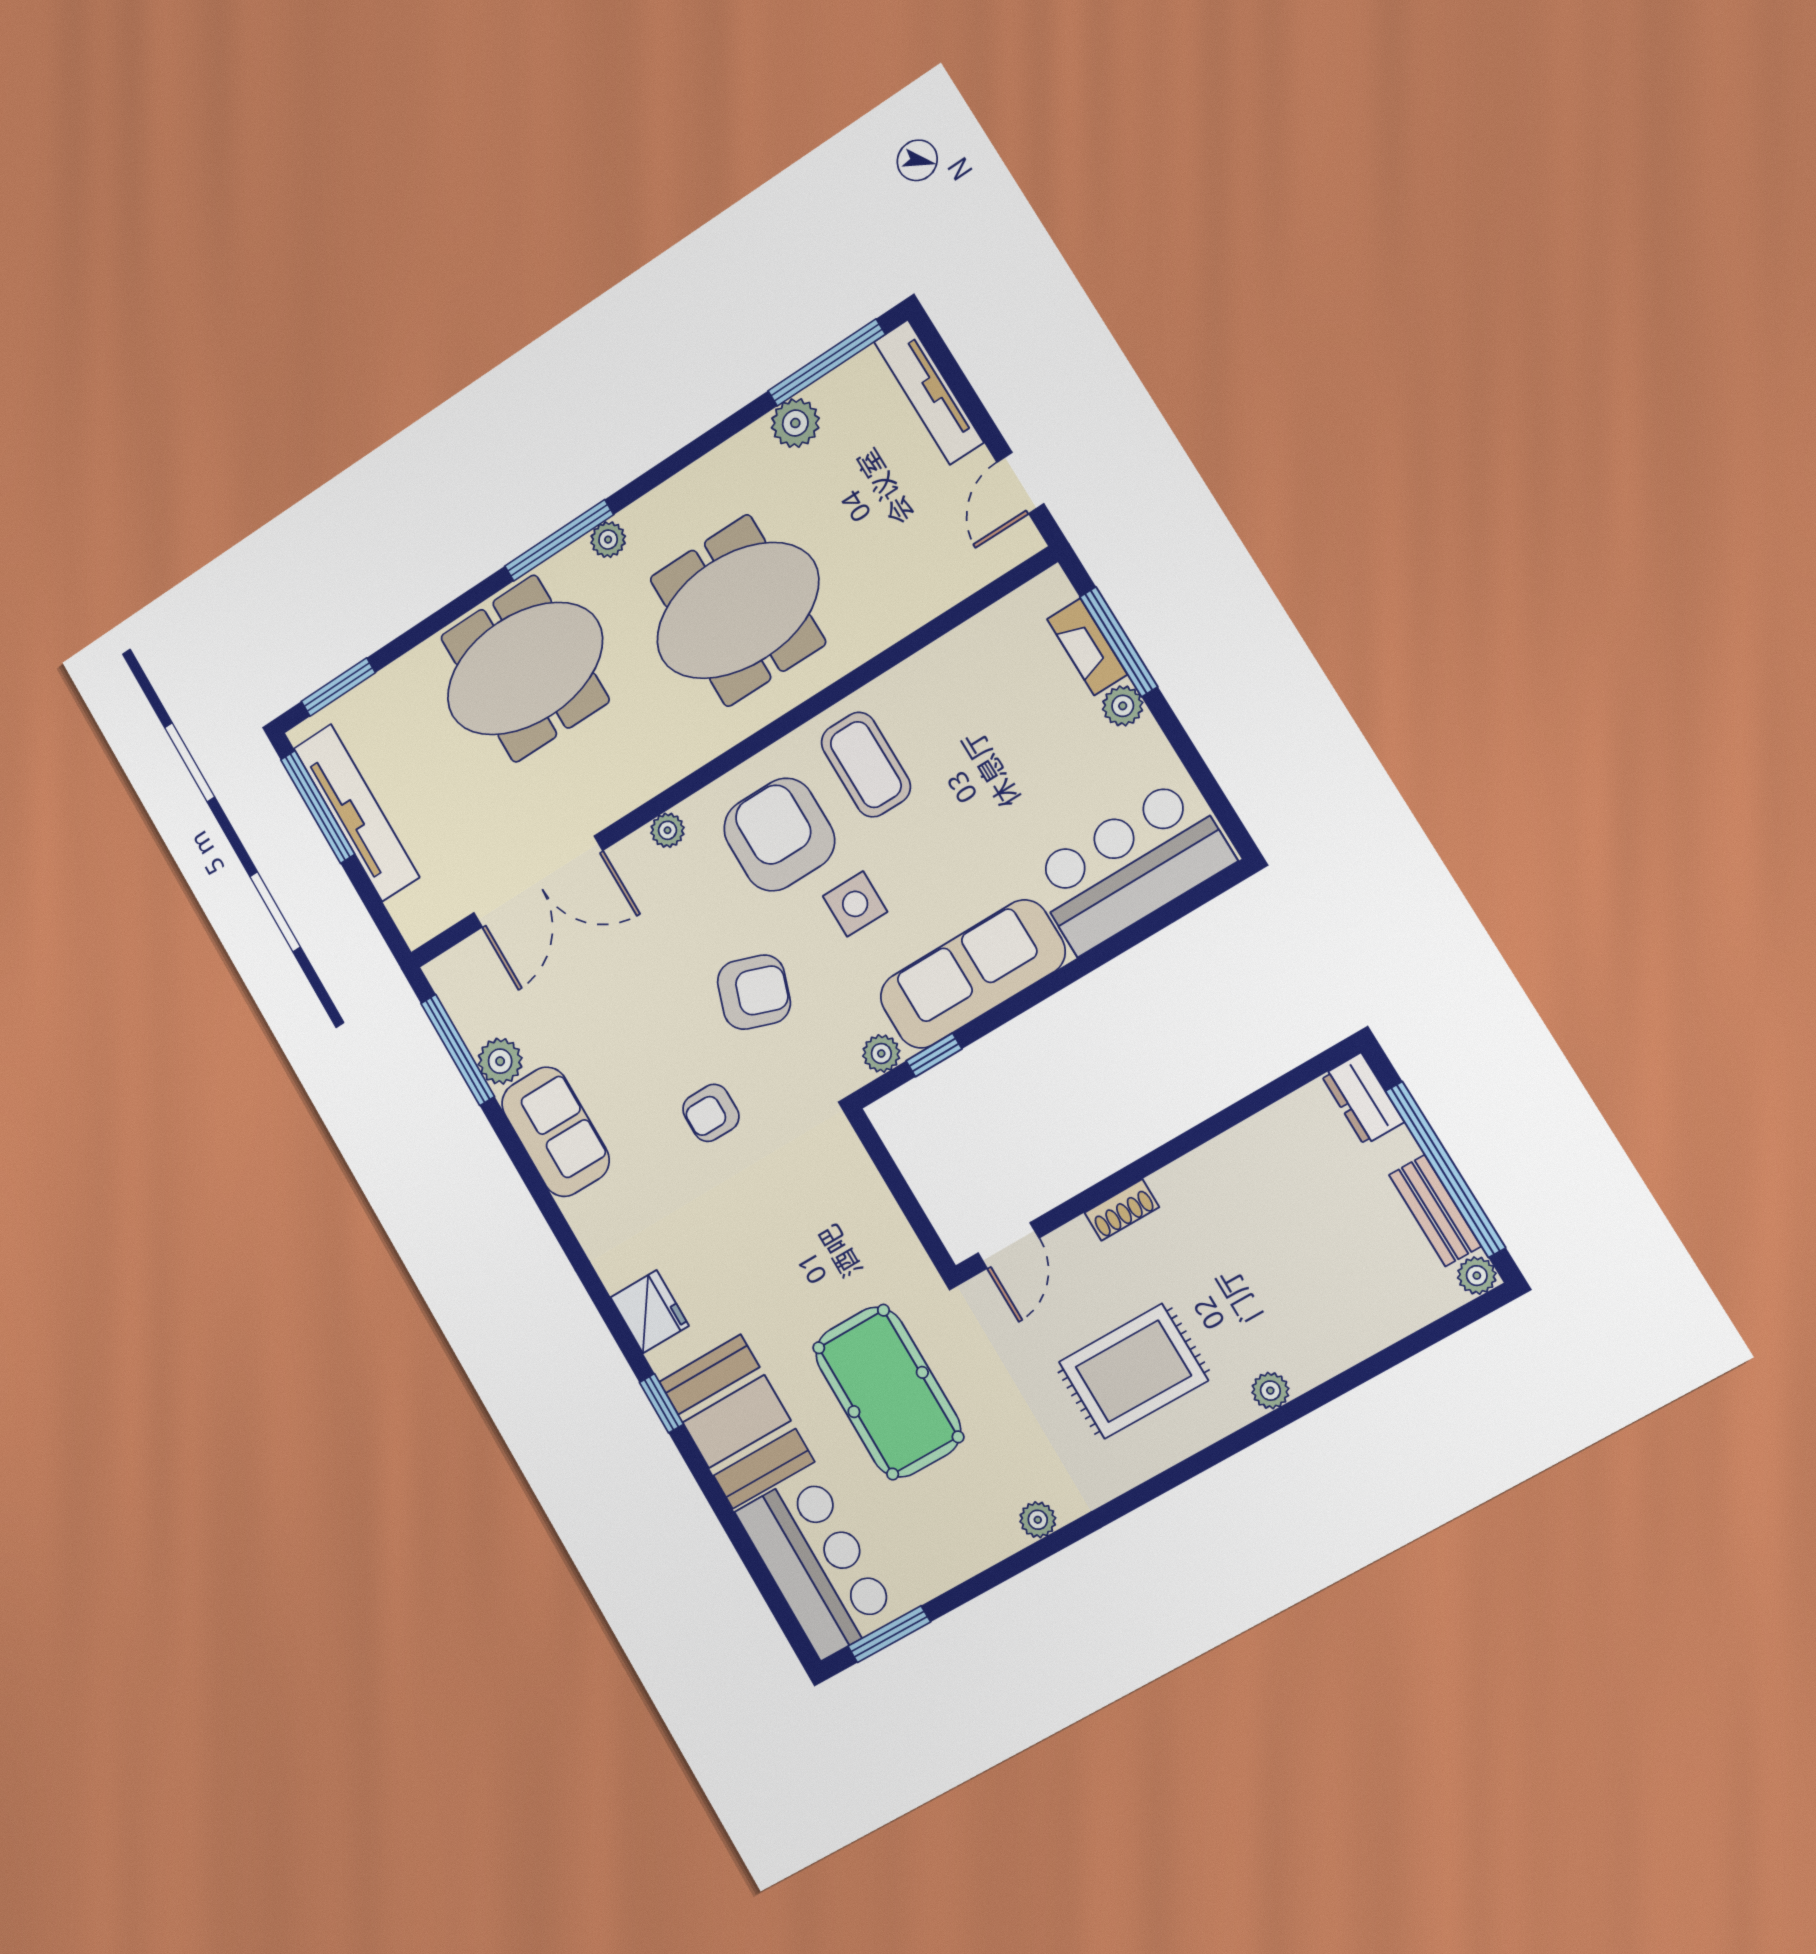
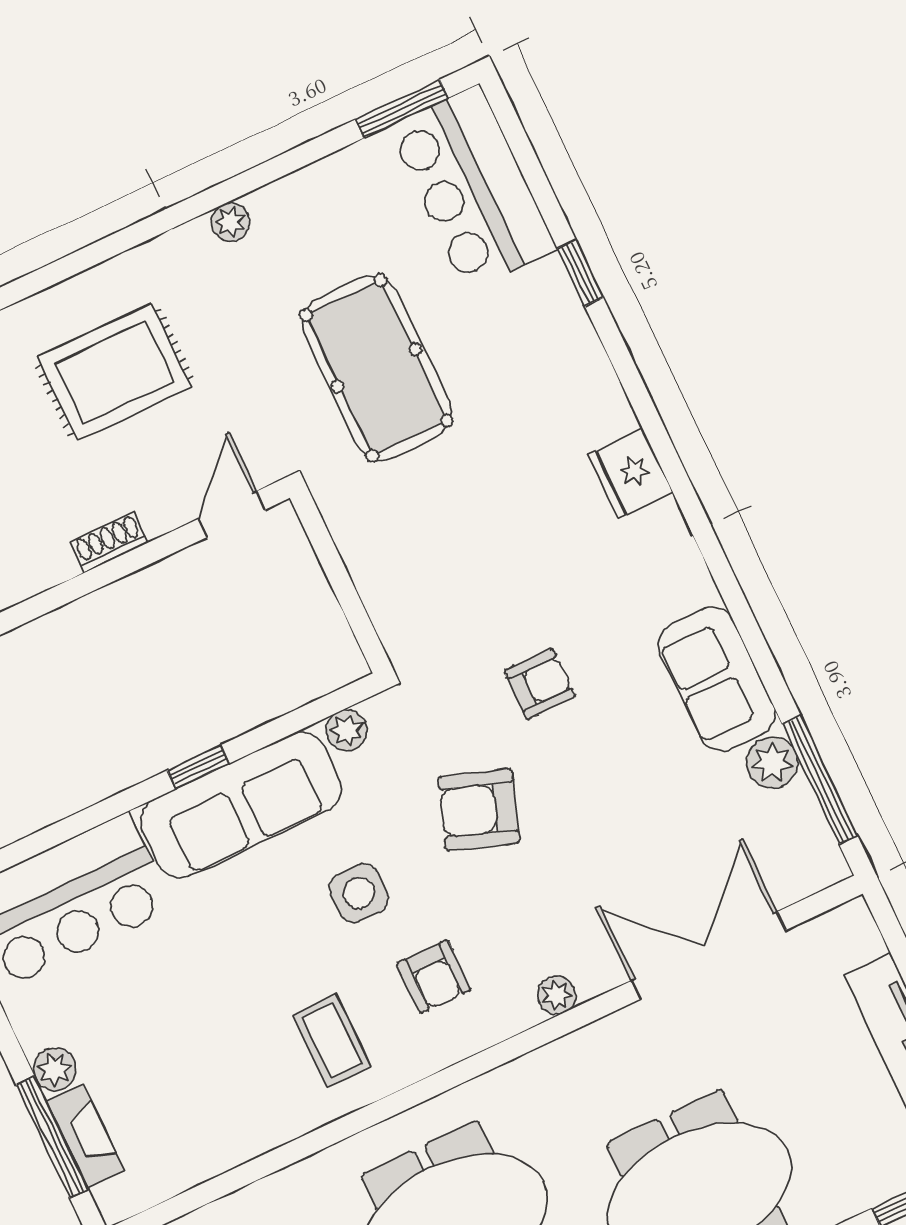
coffee table: (866, 765) -> (332, 1041), width x0.73, depth x0.77
armchair: (779, 835) -> (434, 977), width x0.53, depth x0.53
window: (934, 1055) -> (198, 767), moved
window: (661, 1403) -> (580, 273), moved
booth: (737, 1422) -> (546, 347), removed

